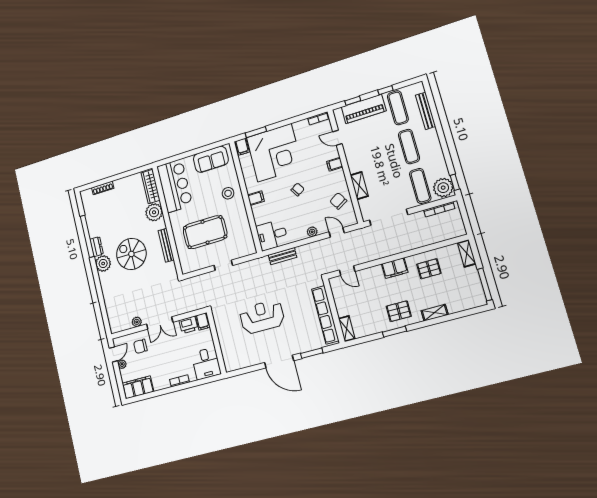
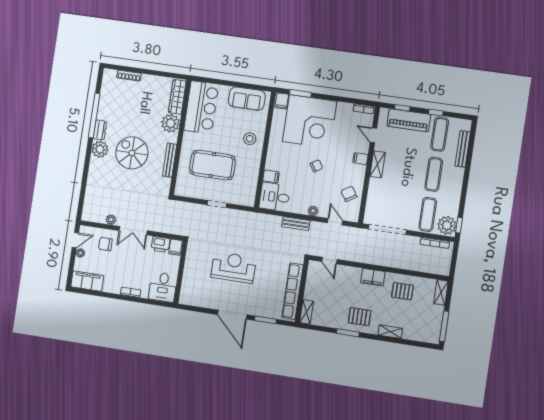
shelving: (359, 186) -> (378, 164), moved
filing cabinet: (256, 198) -> (271, 176), moved
bench: (283, 256) -> (296, 224), moved

